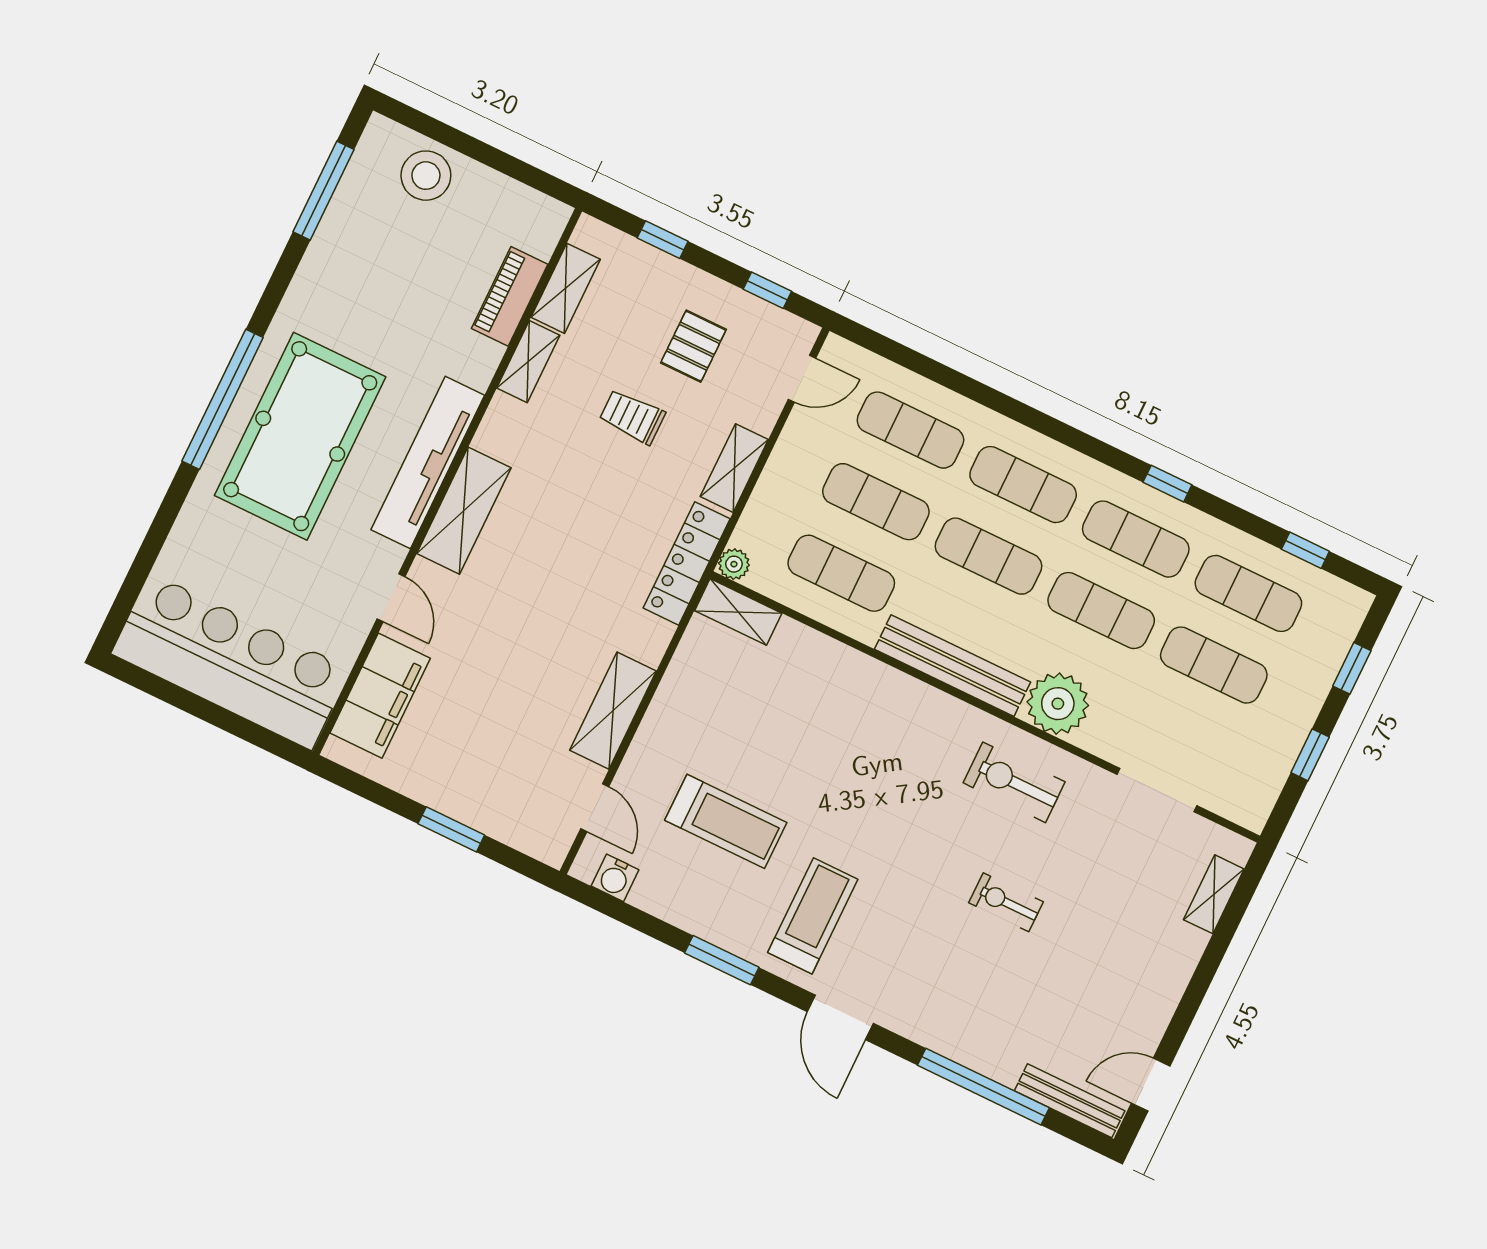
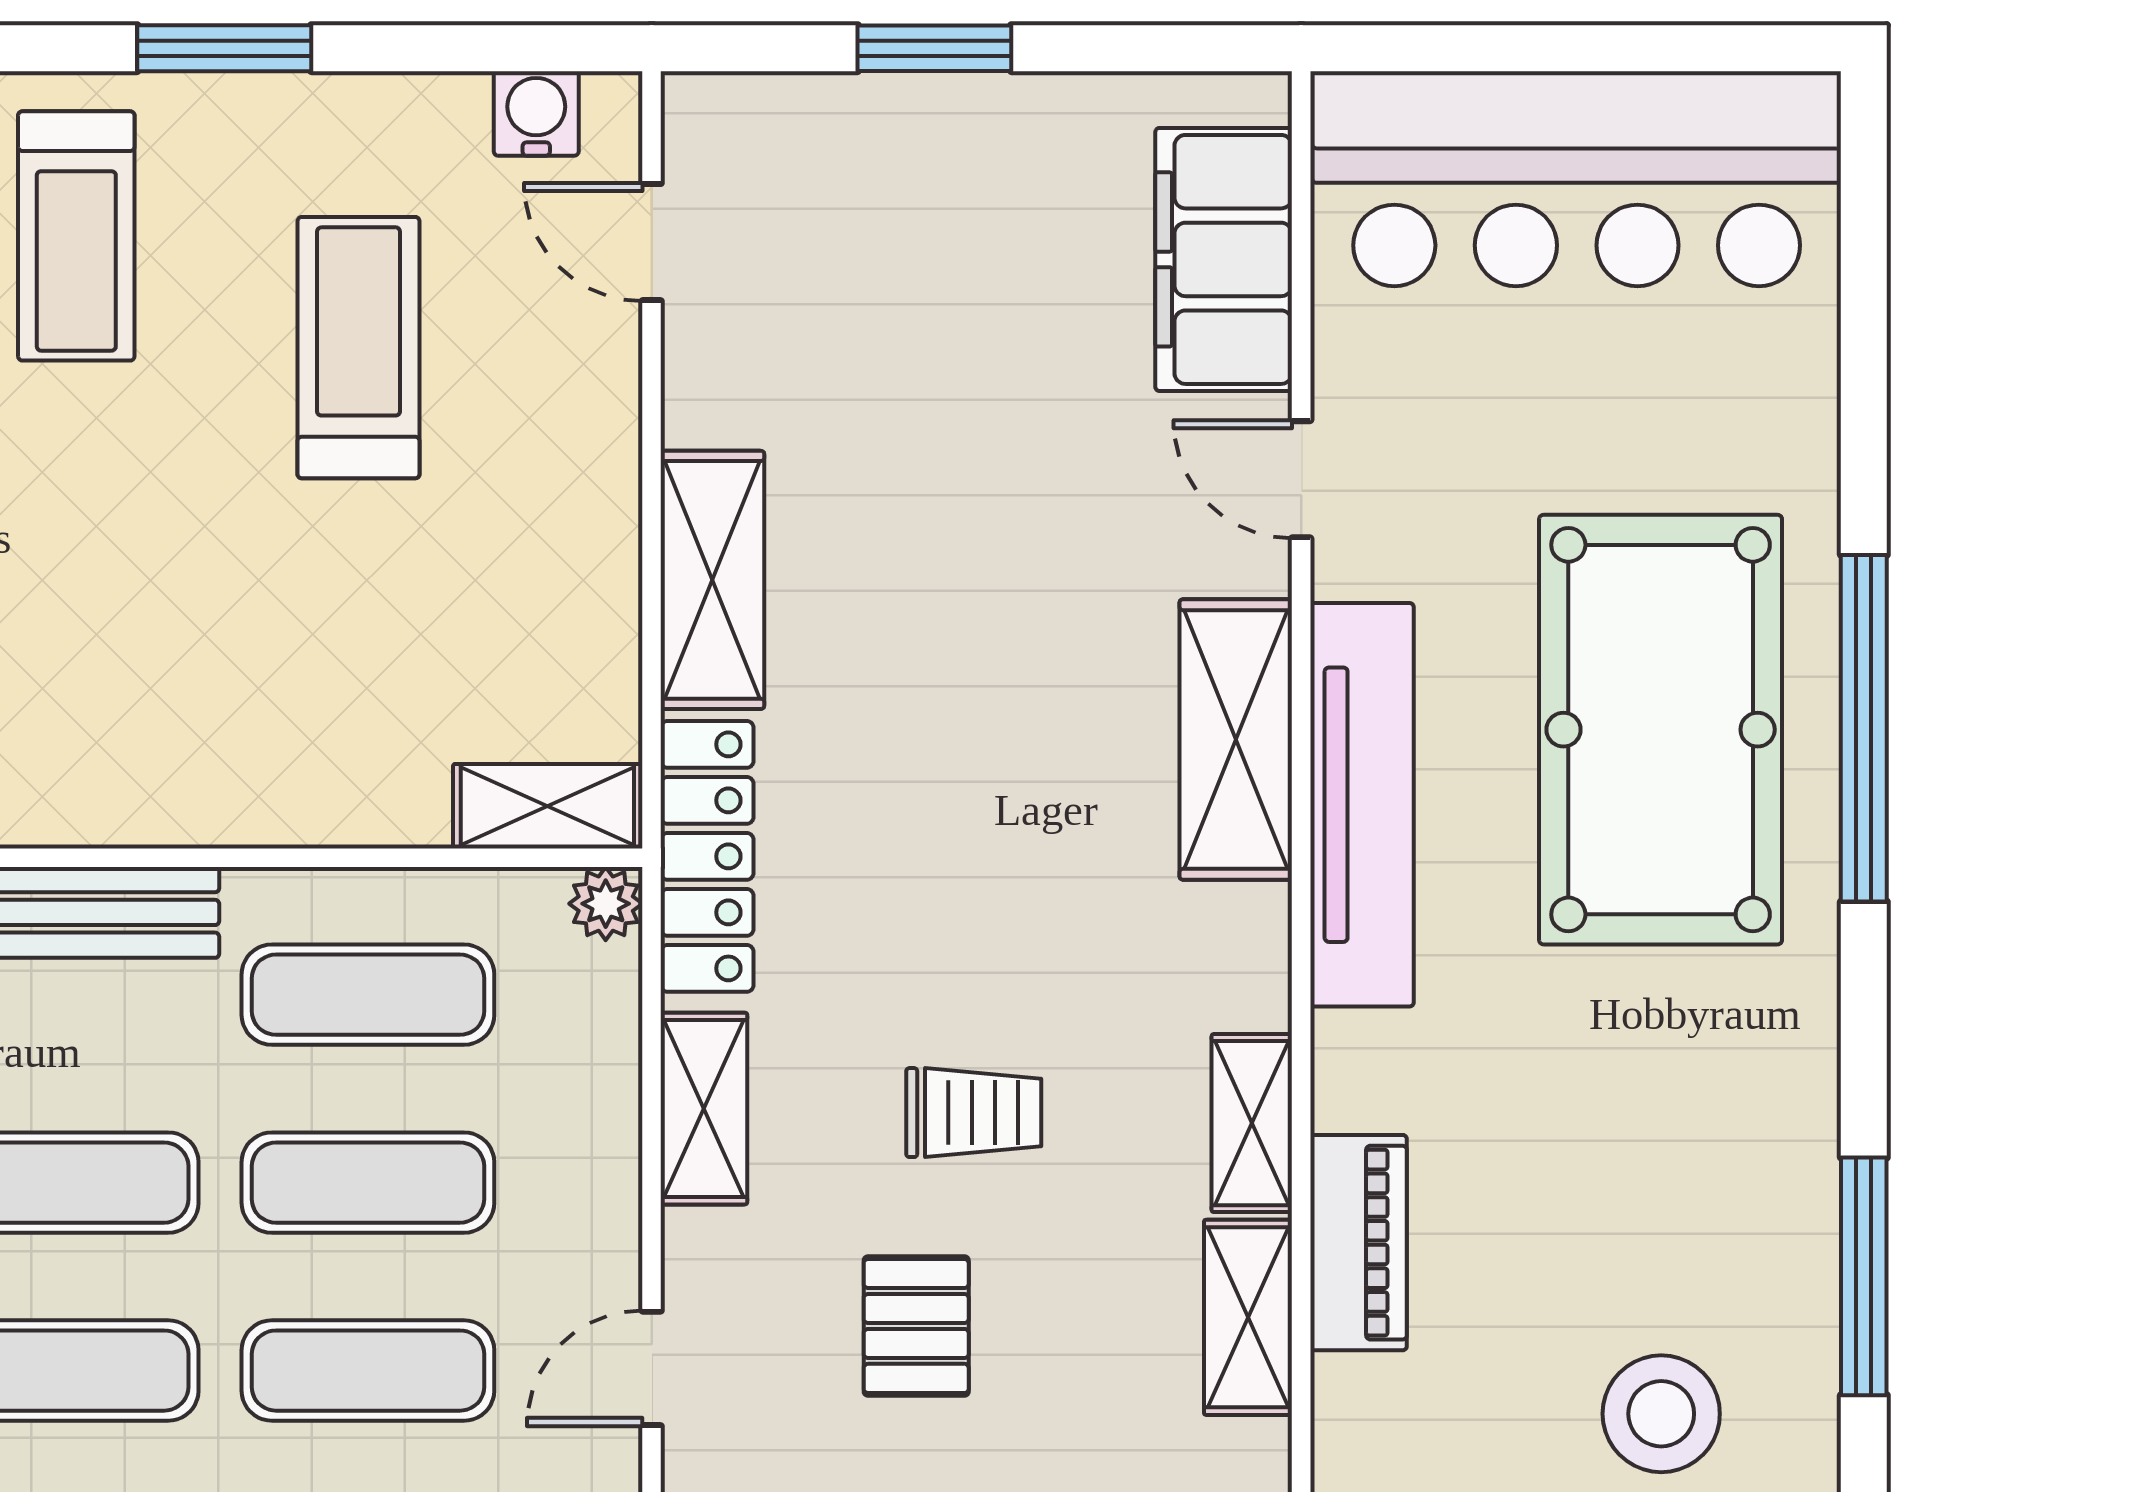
shelving: (613, 711) -> (712, 580), moved
treadmill: (726, 821) -> (359, 348), turned 90

